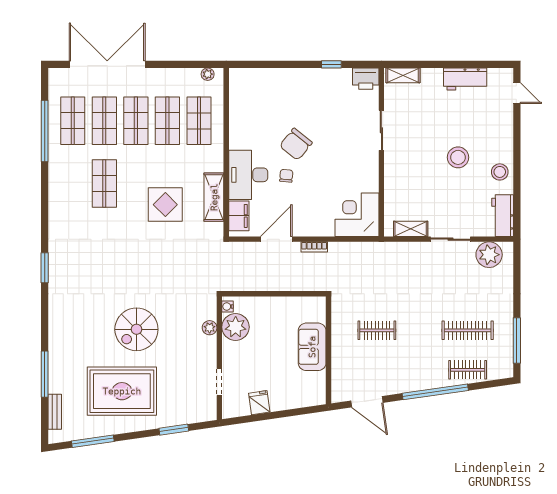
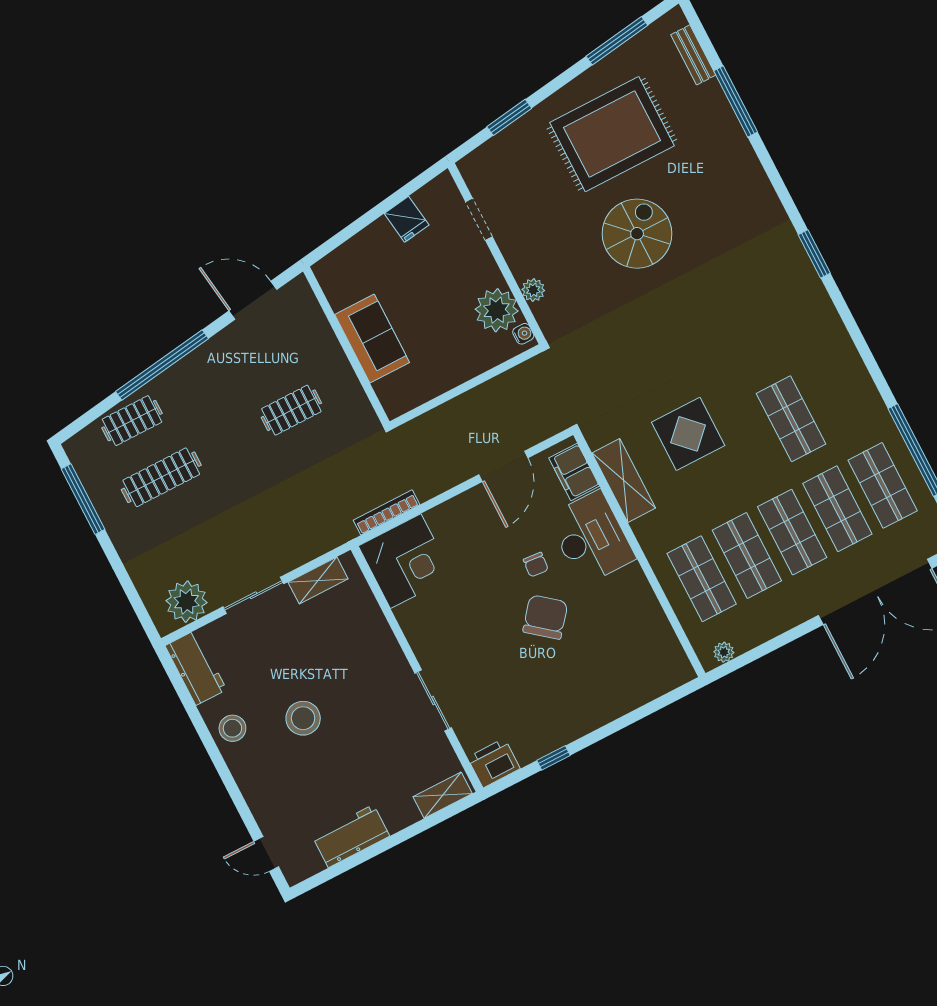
bookcase: (314, 247) -> (387, 512), moved, width x1.56

